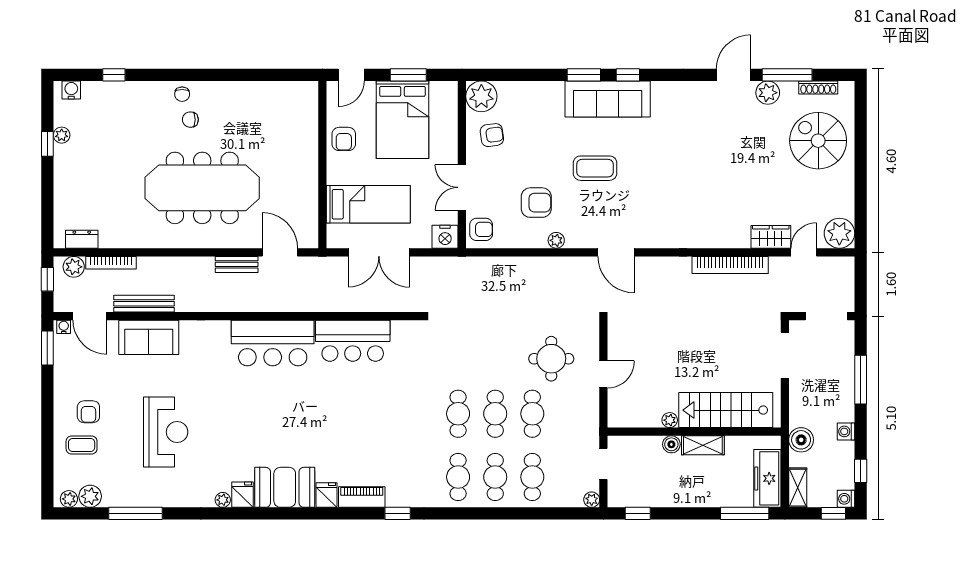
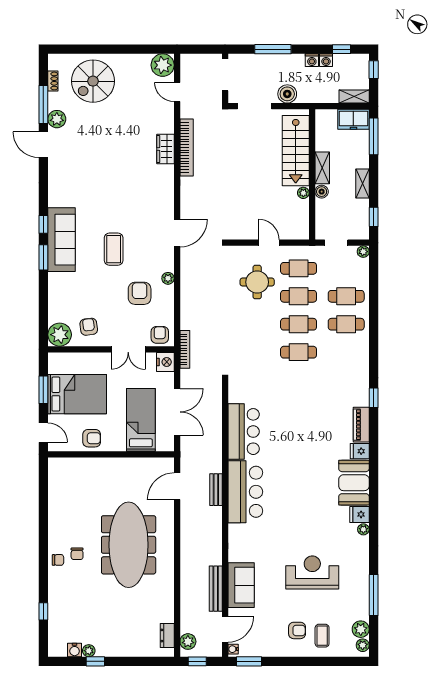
shoe rack: (818, 88) -> (53, 81), width x0.70
water cooler: (71, 90) -> (75, 650), moved, turned -90
wardrobe: (771, 237) -> (165, 149), moved
bookcase: (111, 263) -> (185, 349), moved
bench: (237, 264) -> (216, 490), moved
boiler: (801, 440) -> (287, 94), moved
cafe table: (458, 477) -> (299, 268), moved
freezer: (767, 478) -> (353, 119), width x0.71
shelving: (682, 499) -> (363, 184), added
washing machine: (846, 499) -> (326, 60), moved

